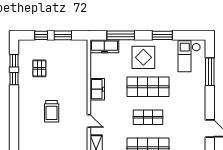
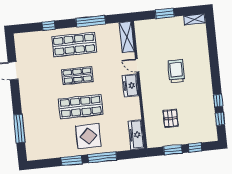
window: (121, 35) -> (102, 157), moved
freezer: (104, 46) -> (136, 135), moved, turned -90
checkout: (189, 56) -> (42, 142), removed
pallet: (39, 68) -> (171, 118), moved
freezer: (97, 89) -> (131, 85), moved

